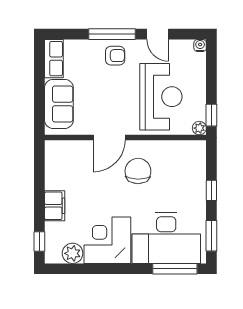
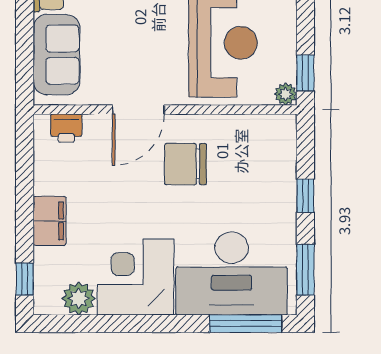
printer: (65, 149) -> (66, 128), added
chair: (138, 171) -> (185, 164), turned -91

